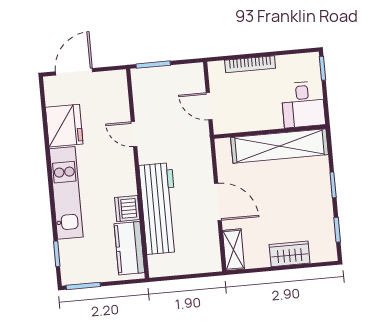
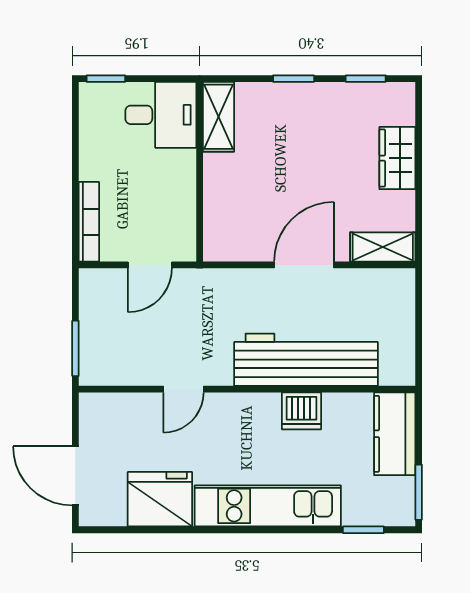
bookcase: (250, 64) -> (89, 222), moved
shelving: (280, 146) -> (219, 117), width x0.45, depth x0.75
kitchen counter: (129, 248) -> (395, 434), moved, turned 90

